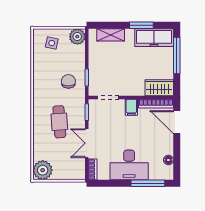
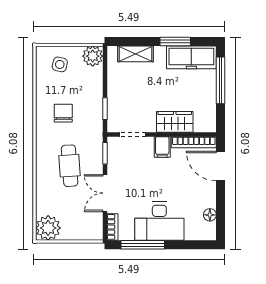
chair: (68, 81) -> (63, 113), moved
wardrobe: (159, 88) -> (175, 122), moved
window: (148, 183) -> (143, 245), moved

